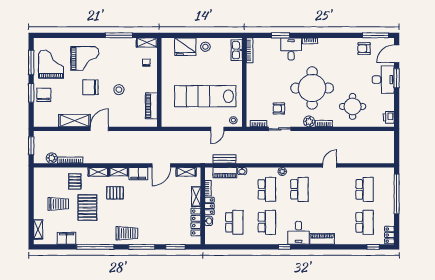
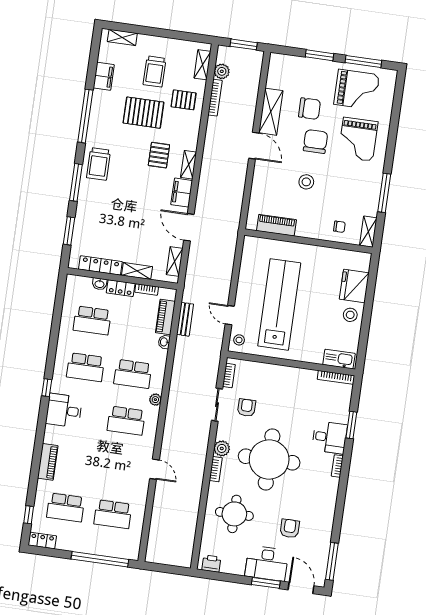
armchair: (364, 49) -> (290, 528), moved
chair: (44, 95) -> (310, 109), moved
shelving: (98, 172) -> (202, 65), moved
piano: (322, 239) -> (48, 462), moved

